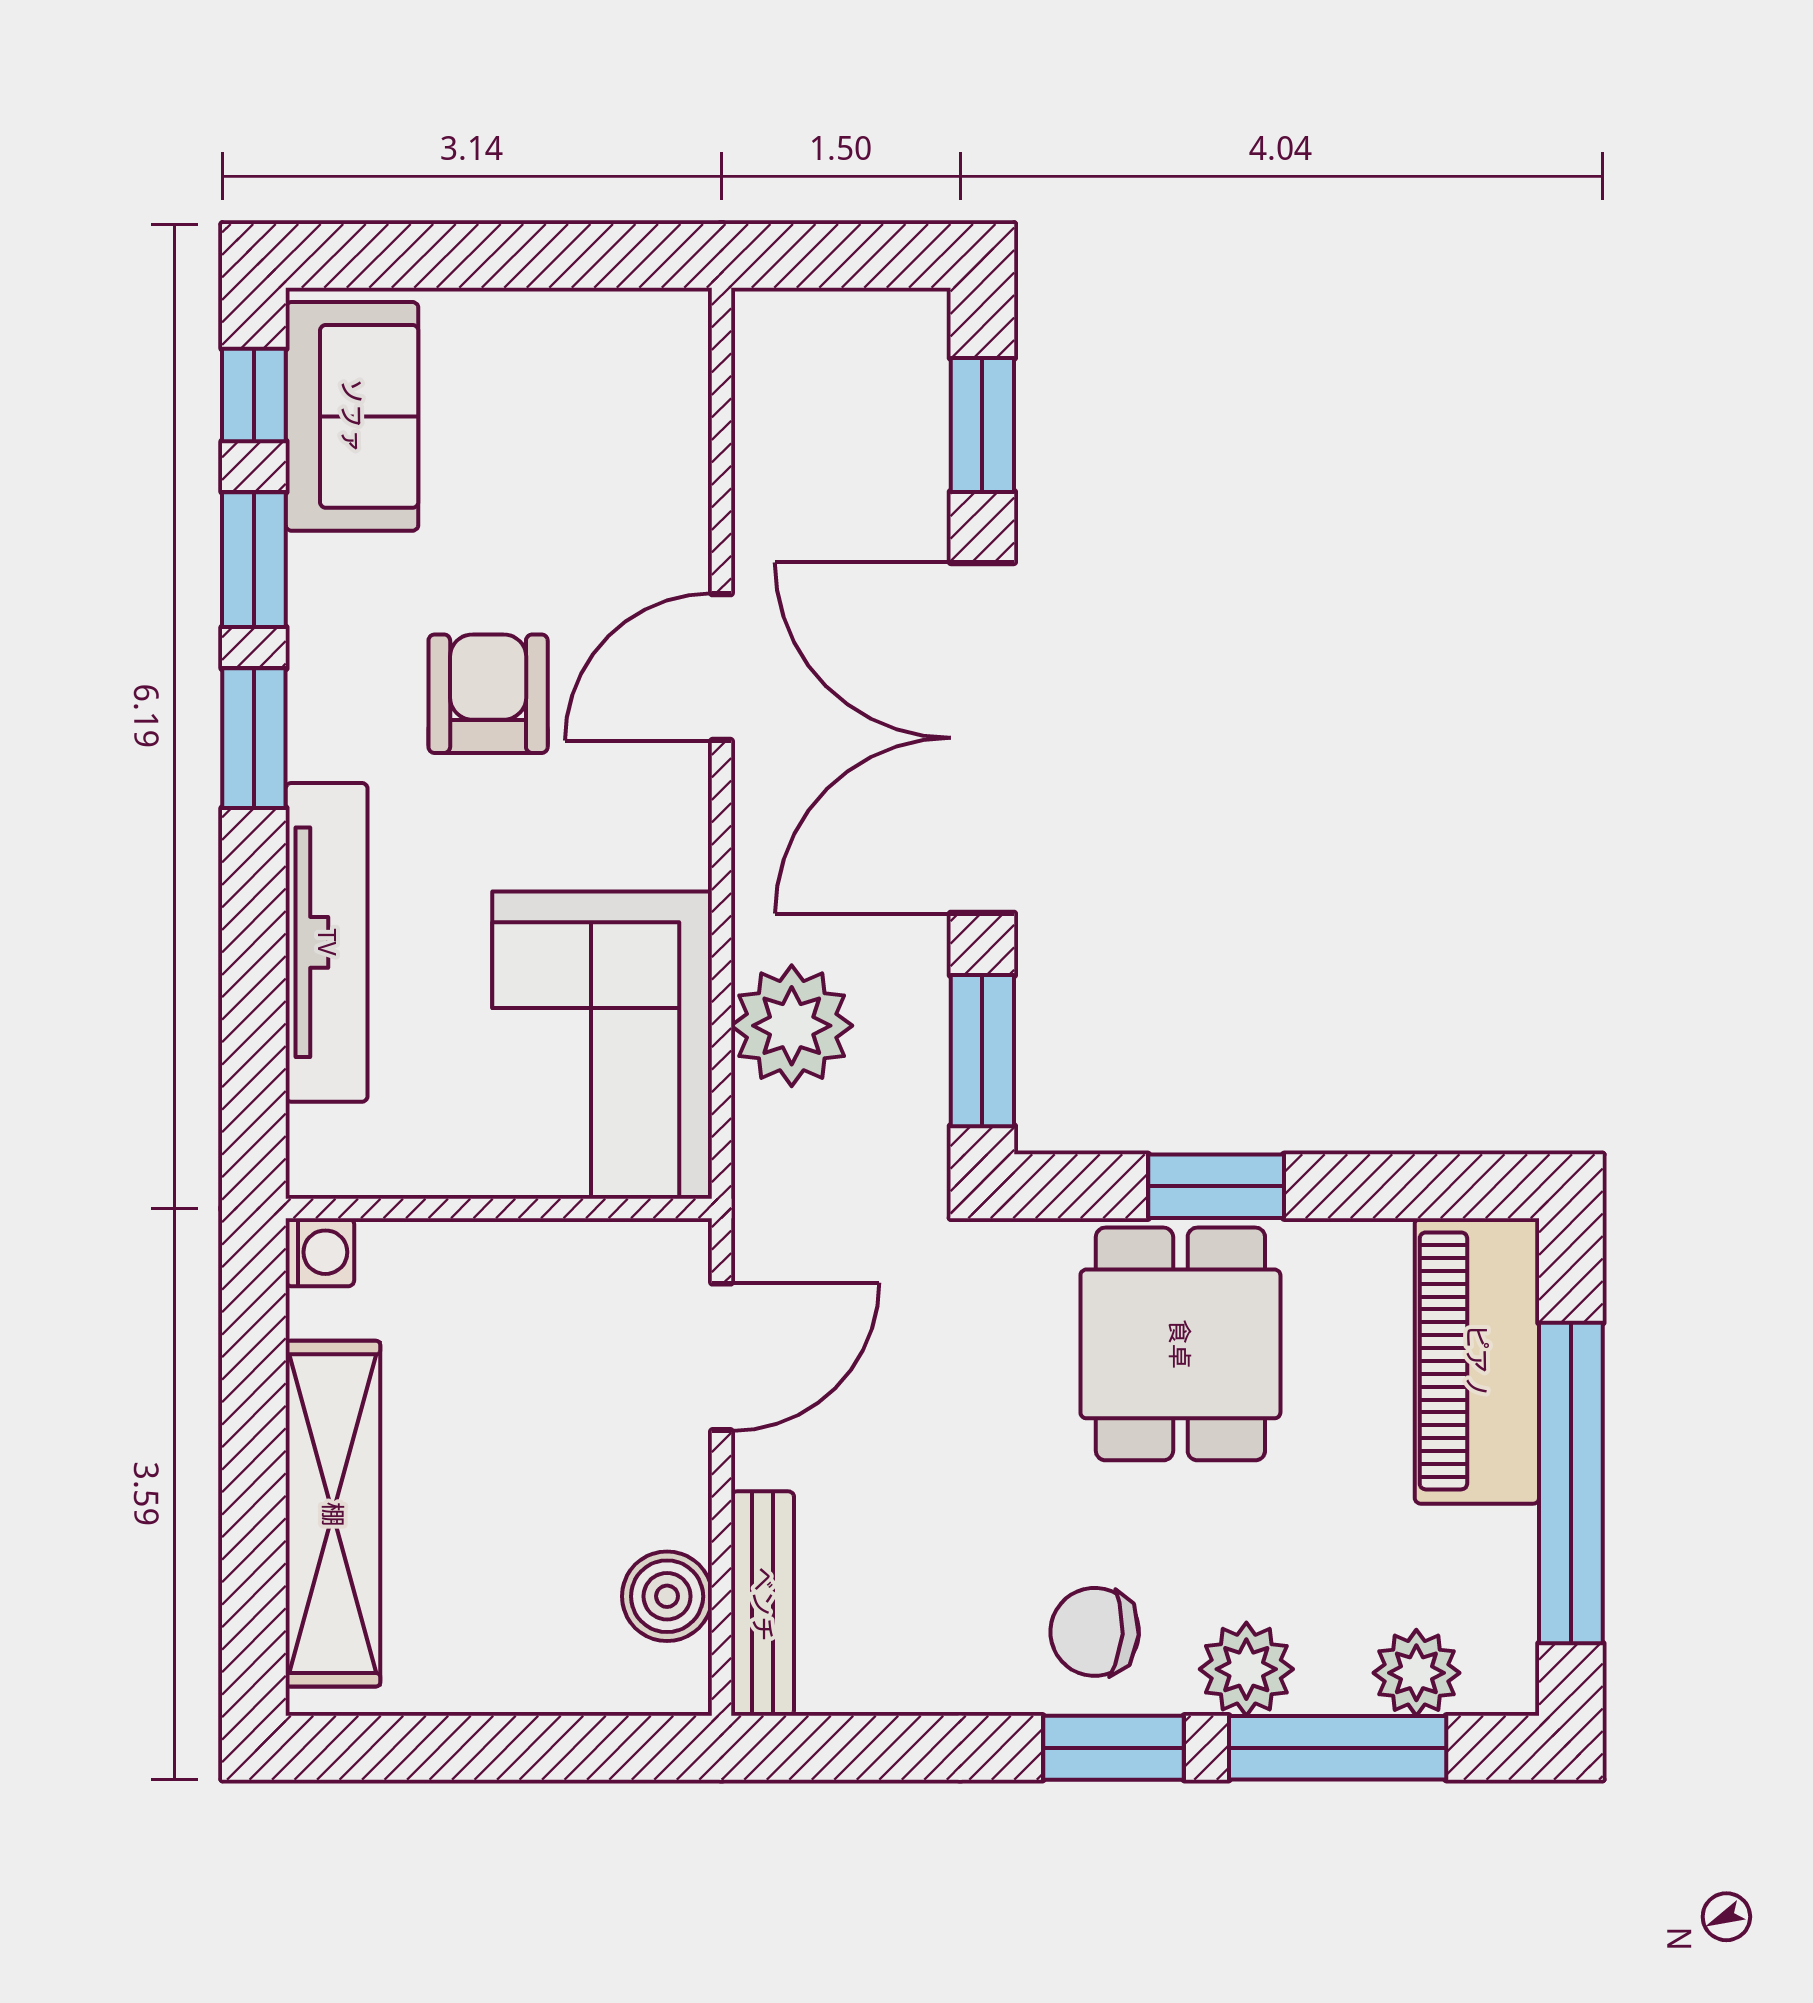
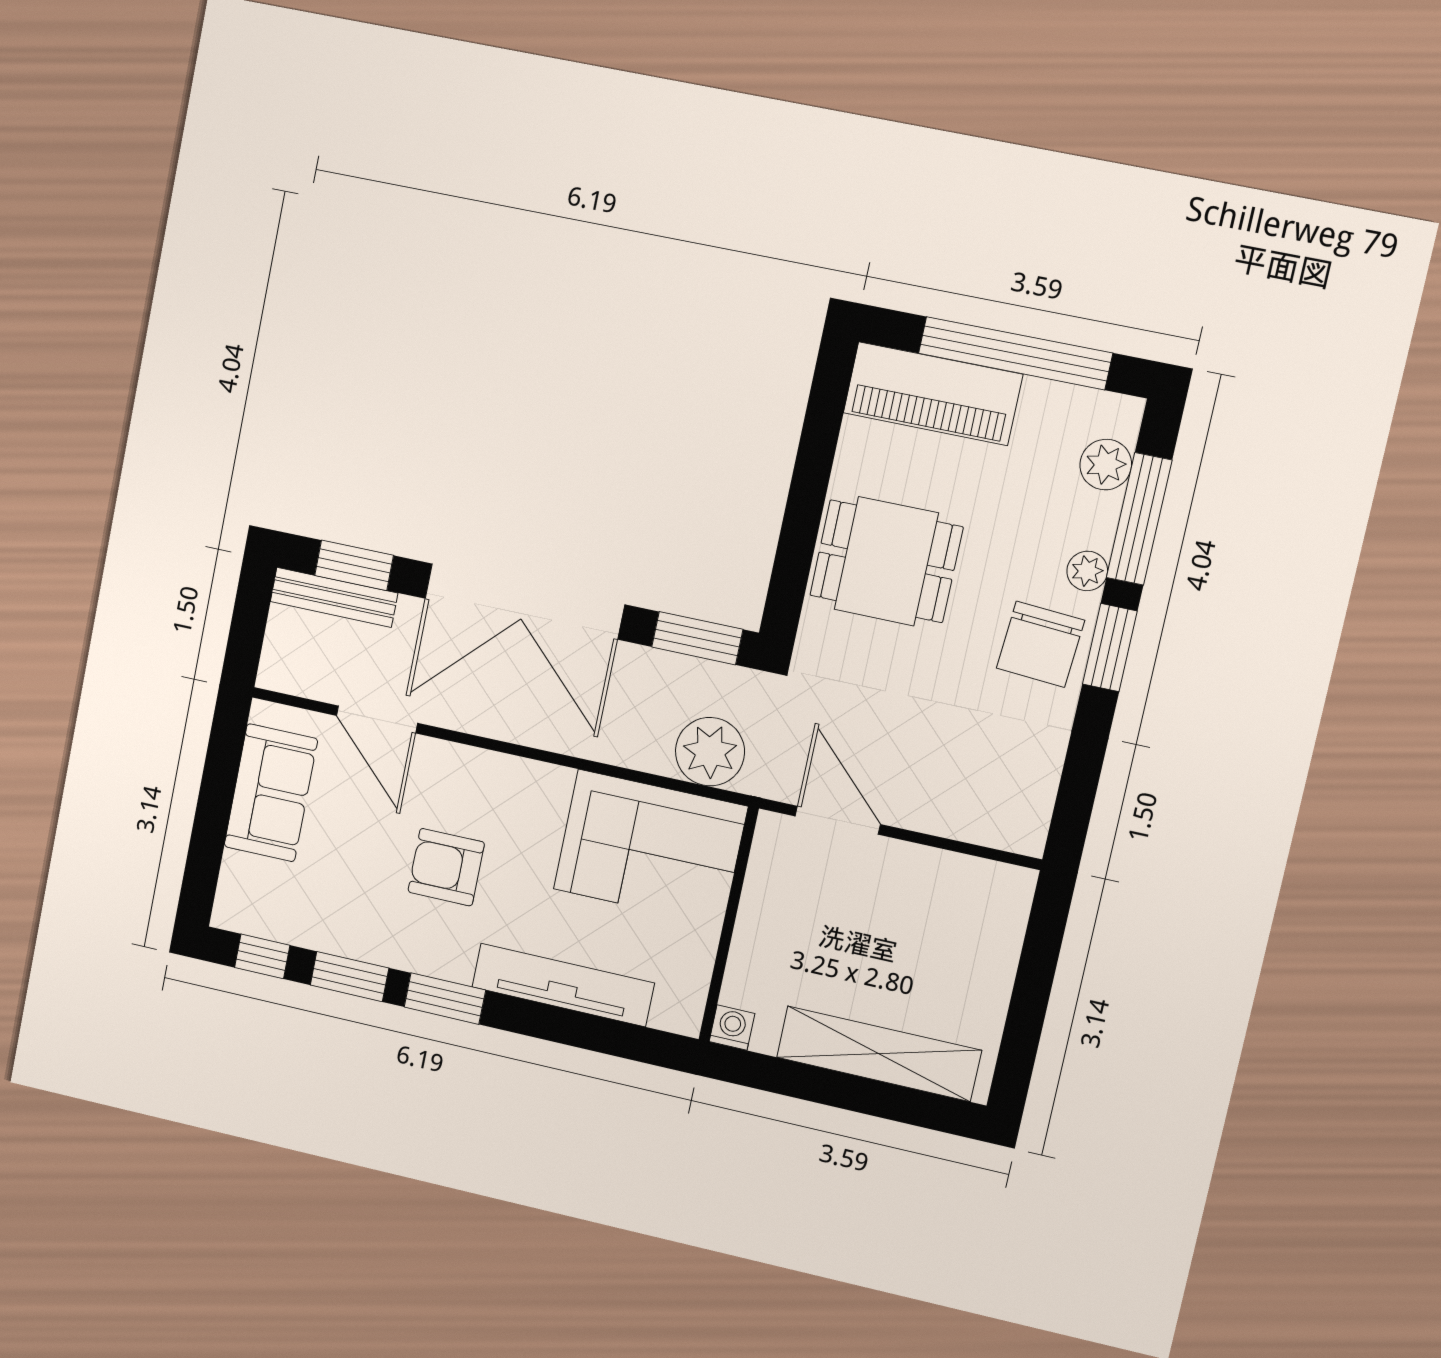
sofa: (352, 416) -> (271, 793), moved, turned 90
door: (722, 667) -> (377, 719), moved
plant: (792, 1026) -> (710, 752), moved
window: (1216, 1186) -> (801, 523), removed
boiler: (667, 1596) -> (966, 880), removed
bench: (763, 1604) -> (334, 597), moved
chair: (1095, 1632) -> (1040, 644), width x1.37, depth x1.37
plant: (1246, 1669) -> (1087, 571), width x0.73, depth x0.73

